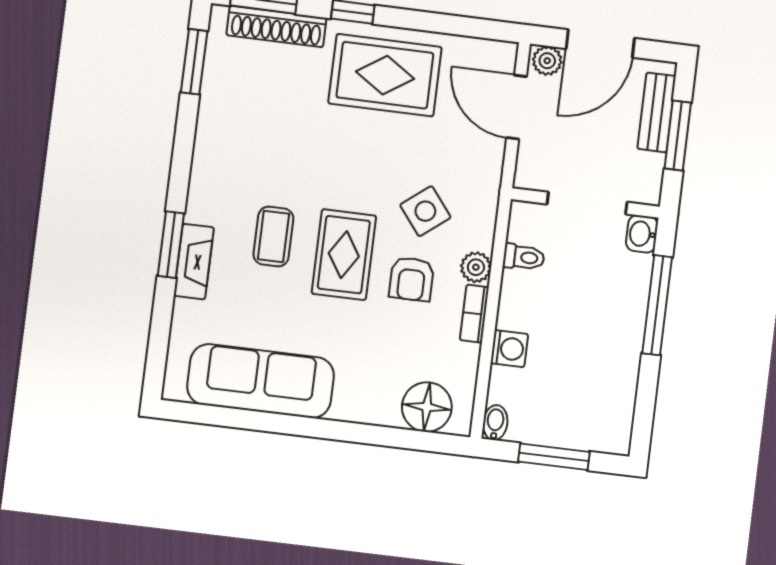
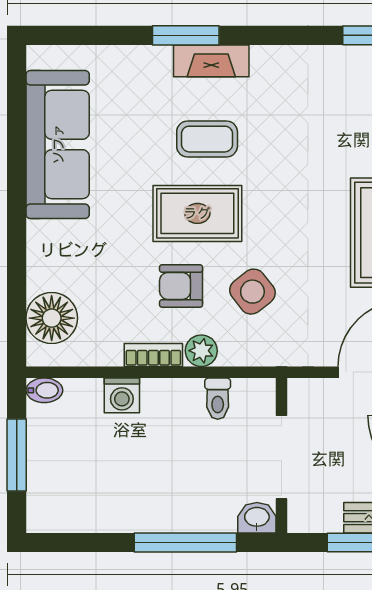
fireplace: (194, 262) -> (211, 61), moved

